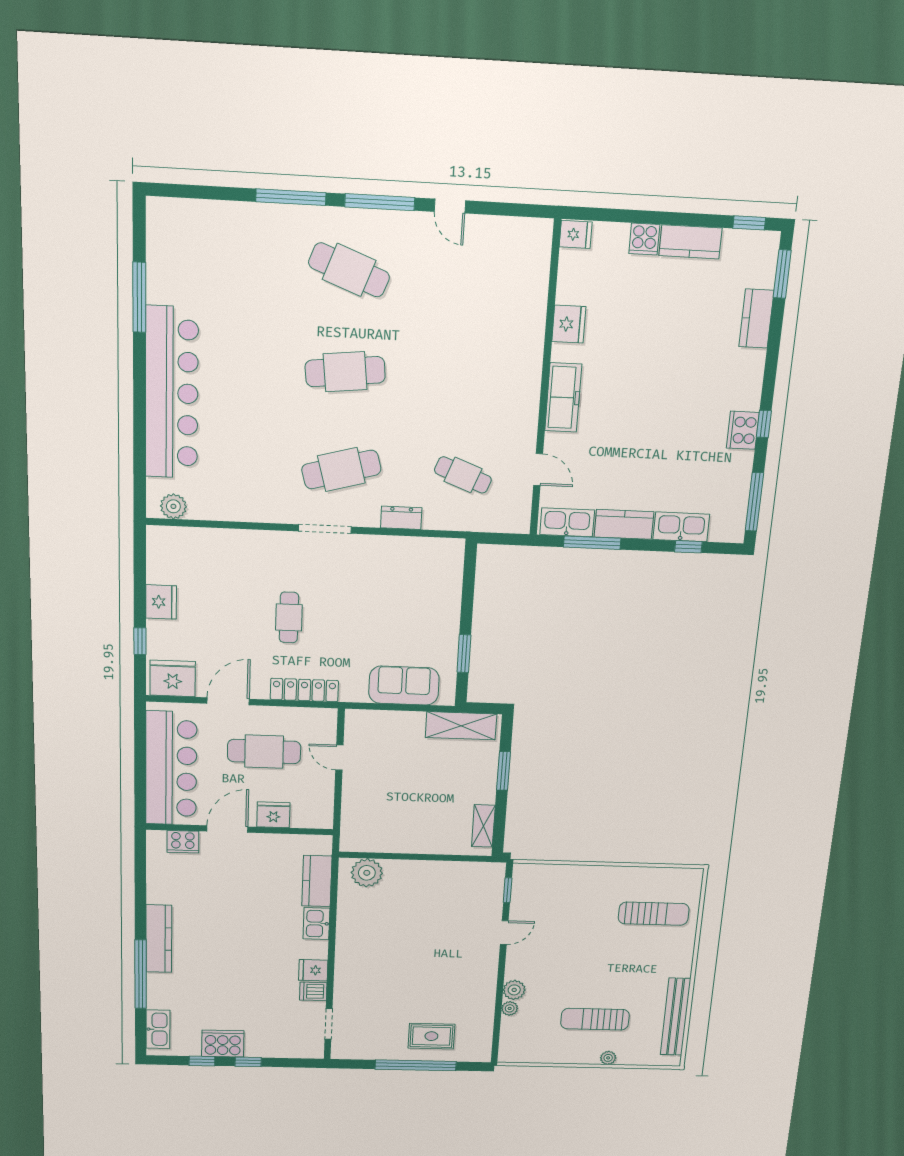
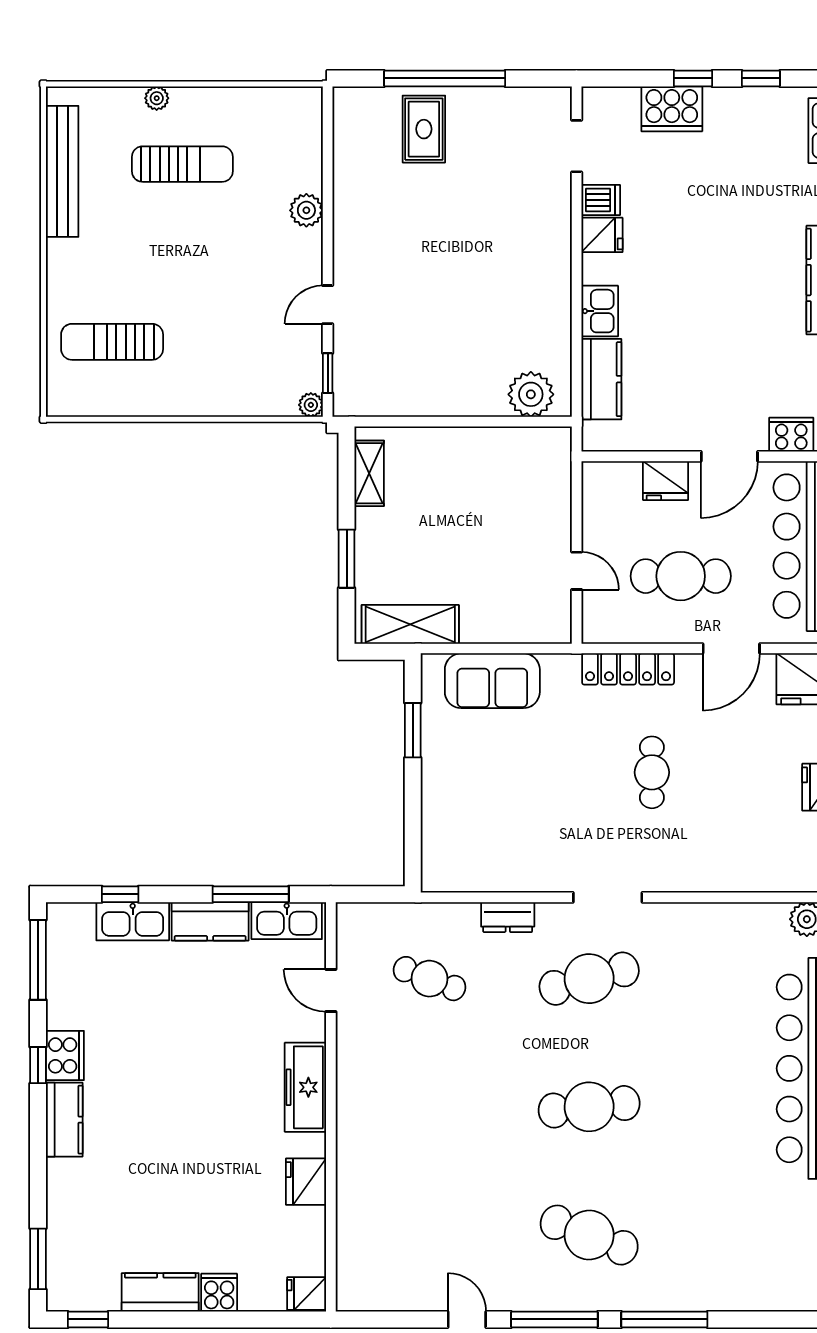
kitchen counter: (756, 319) -> (64, 1120), moved
plant: (510, 1008) -> (311, 405), moved
rug: (431, 1036) -> (424, 129), turned 90
cooker: (223, 1044) -> (672, 109), moved

